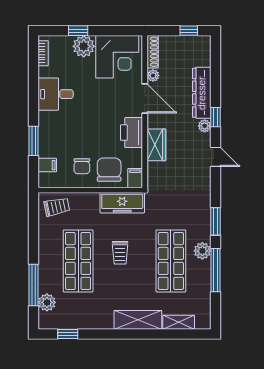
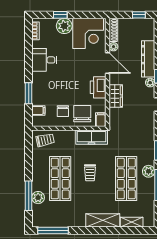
plant: (47, 302) -> (38, 198), moved
window: (68, 334) -> (53, 230), width x2.17

